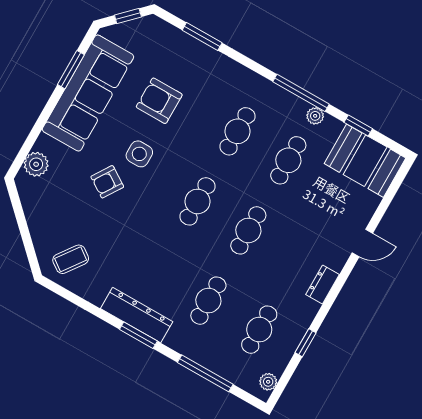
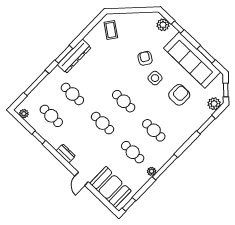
plant: (159, 31) -> (214, 104), added
window: (358, 126) -> (129, 204), moved
window: (33, 136) -> (178, 27), added
booth: (365, 161) -> (111, 187), moved, turned 90

